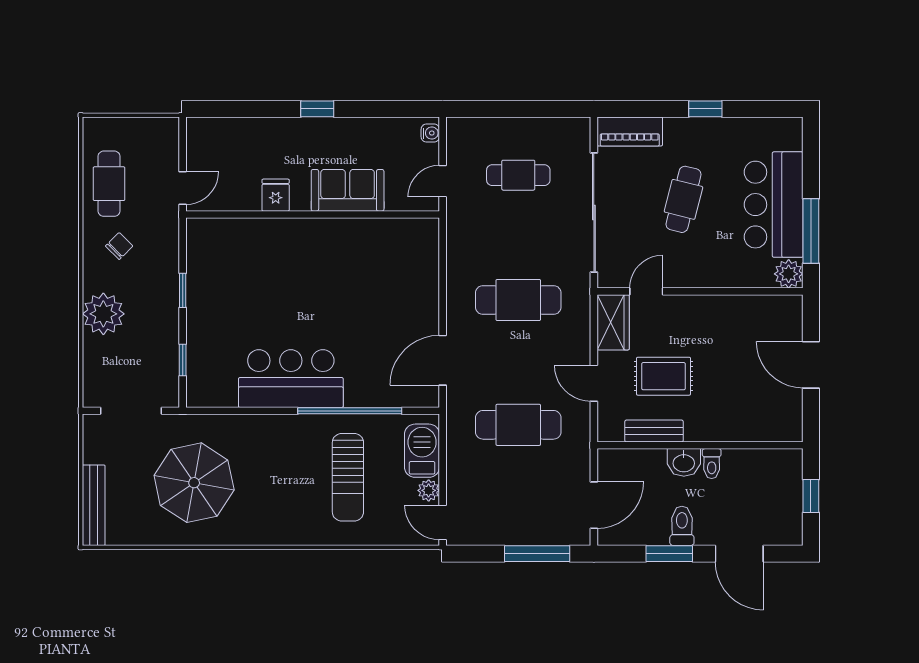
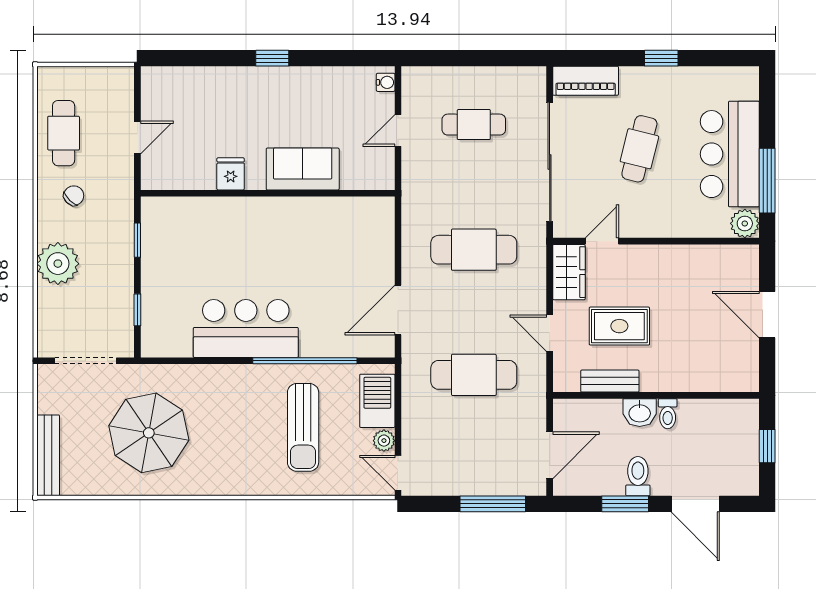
sofa: (348, 190) -> (303, 169), moved
fridge: (276, 195) -> (231, 174), moved
wall: (313, 214) -> (268, 193), moved

